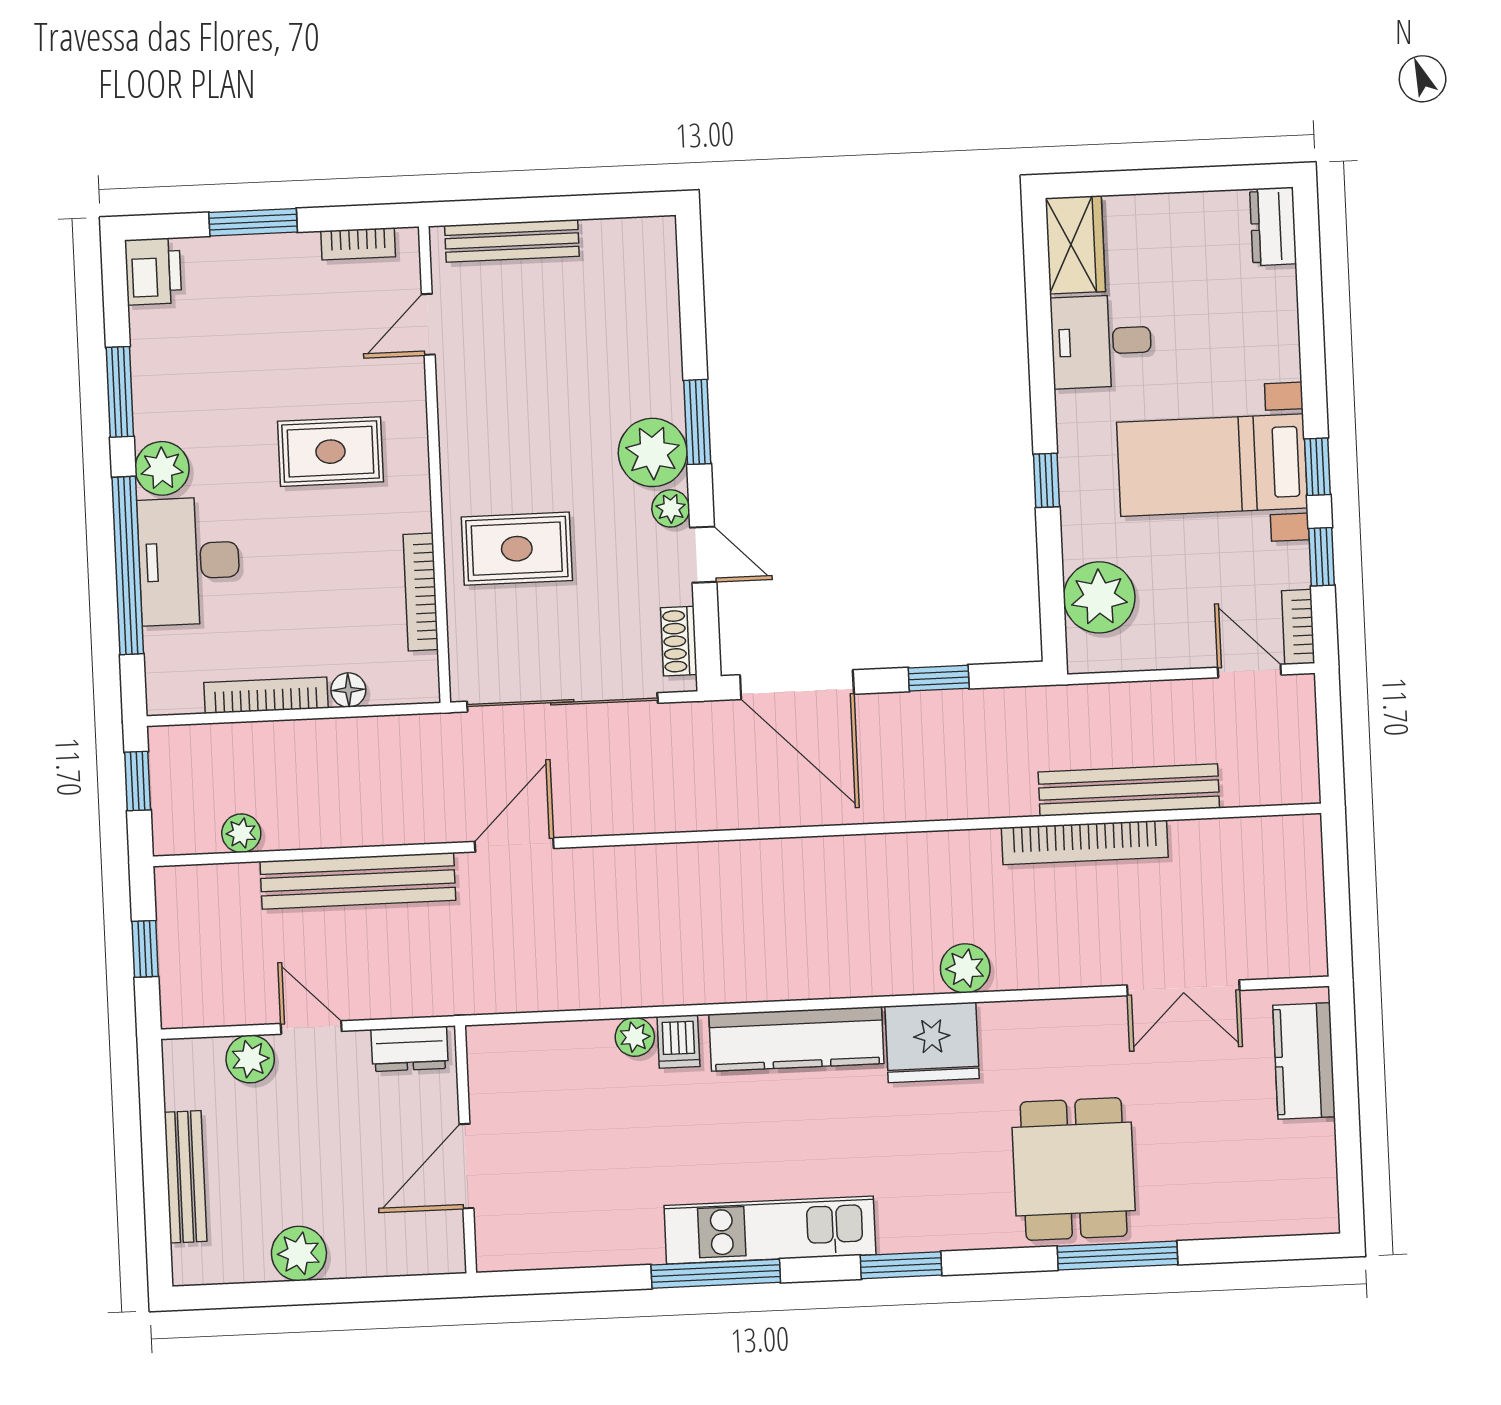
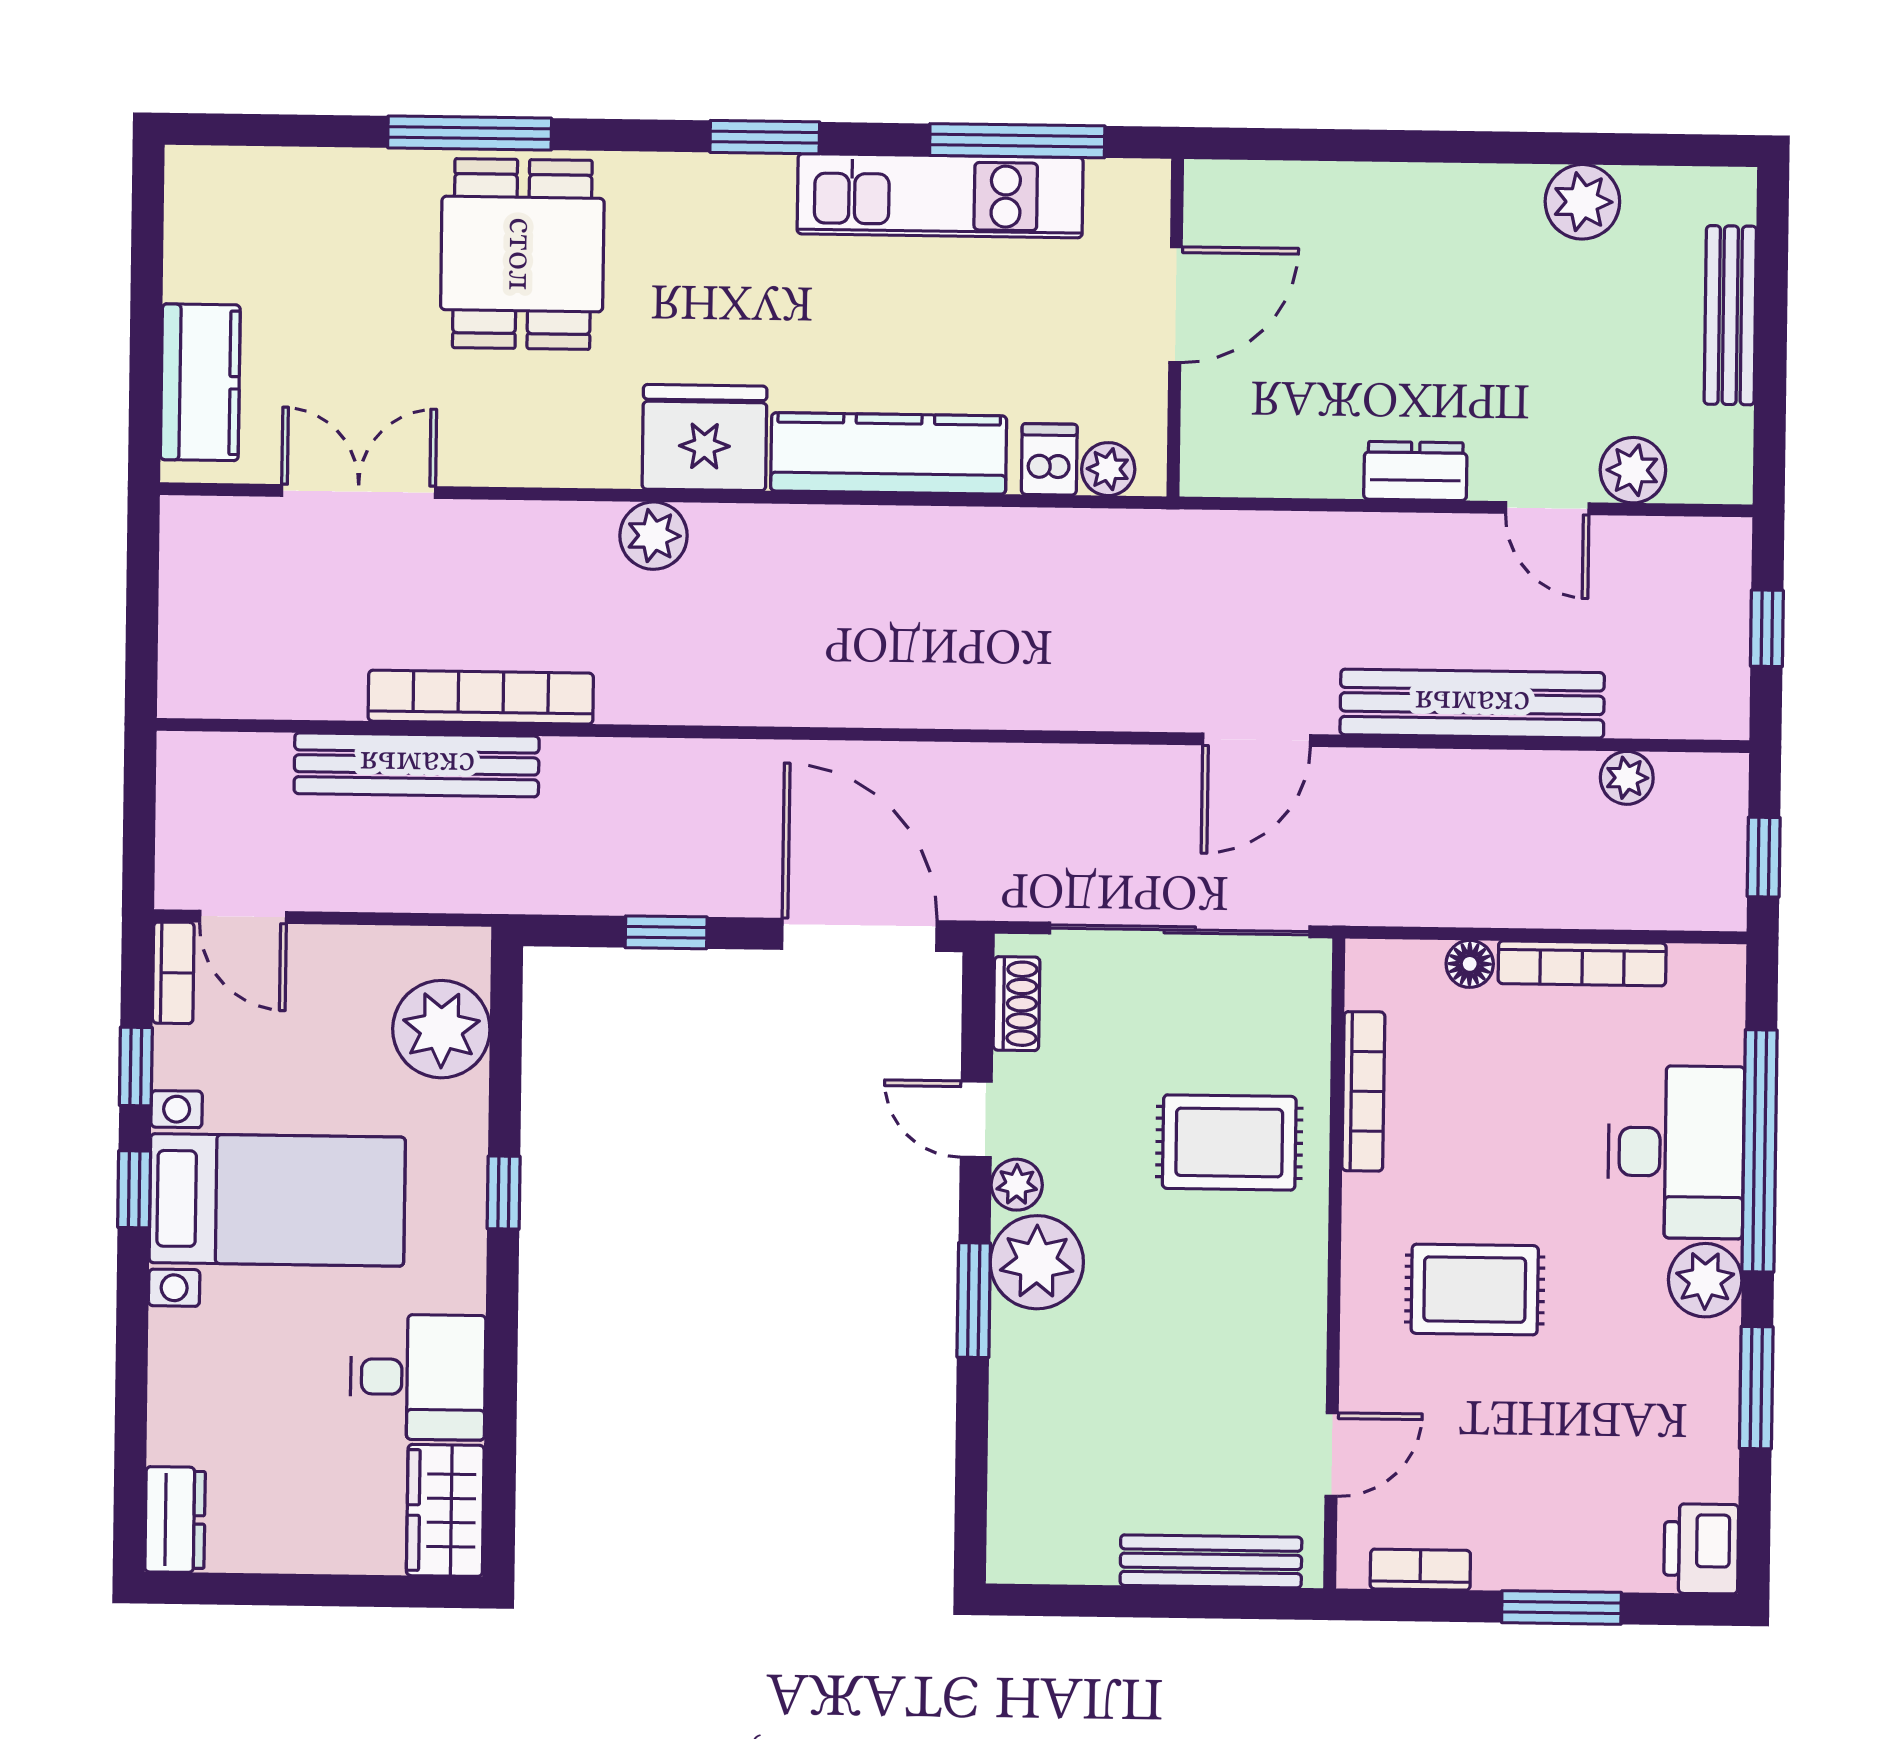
wall: (466, 1149) -> (1175, 328), moved
door: (466, 1166) -> (1176, 305), moved

